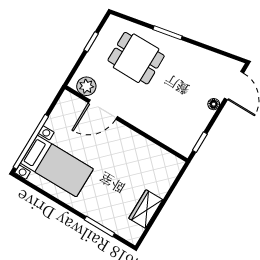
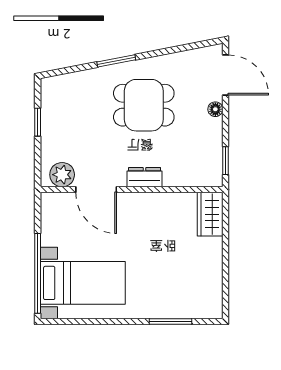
dining table: (136, 58) -> (144, 105), moved
door: (103, 110) -> (96, 190), hinge flipped
dresser: (140, 121) -> (145, 177), added
wardrobe: (146, 209) -> (210, 214), moved

